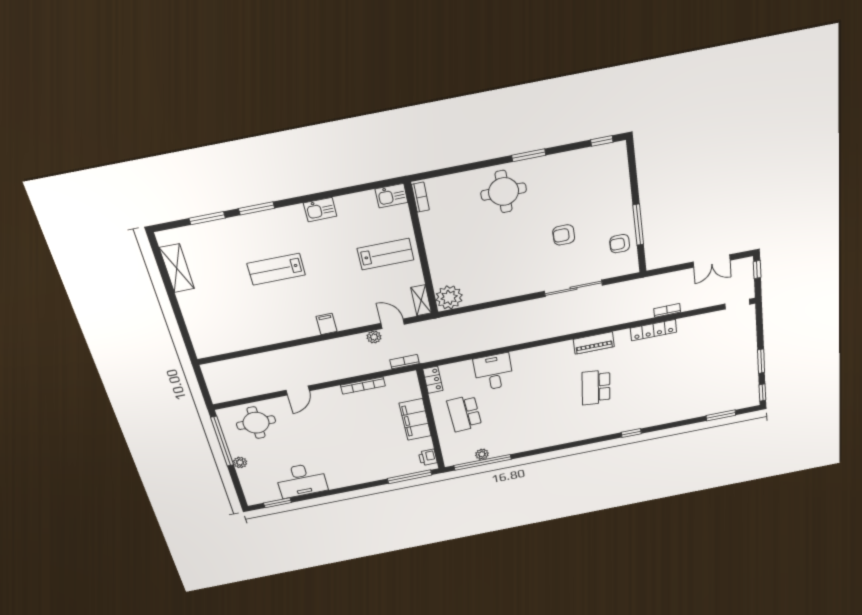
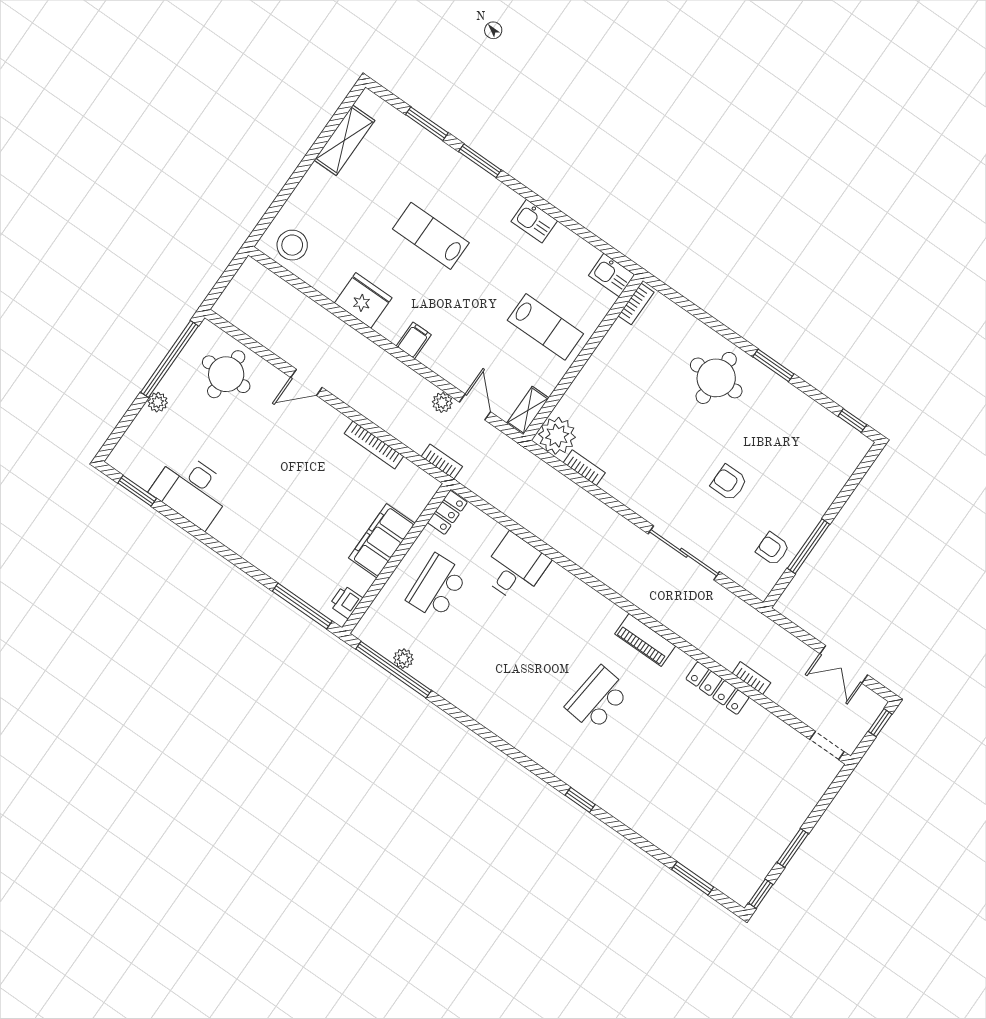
bookcase: (479, 298) -> (584, 468), added
fridge: (280, 331) -> (363, 300), added
stool: (214, 340) -> (292, 245), added

